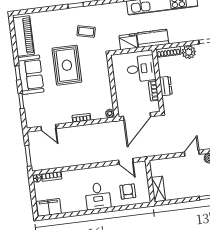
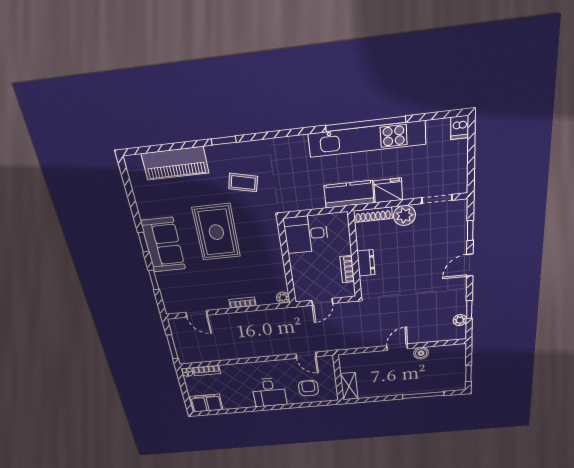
piano: (24, 36) -> (175, 163), moved, turned 90
fridge: (128, 42) -> (388, 190), moved
desk: (141, 69) -> (306, 234), moved, turned 180
door: (137, 116) -> (322, 302), width x0.53

